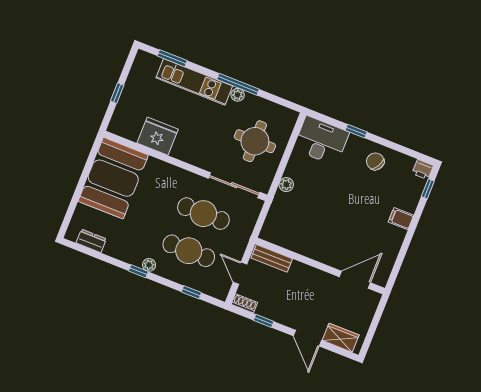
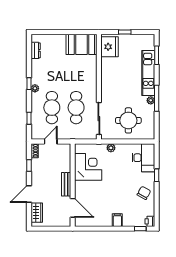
fridge: (158, 136) -> (110, 47), moved
booth: (113, 178) -> (81, 44), width x0.73, depth x0.70
corner desk: (302, 231) -> (88, 167), added
bench: (272, 258) -> (66, 184), moved

